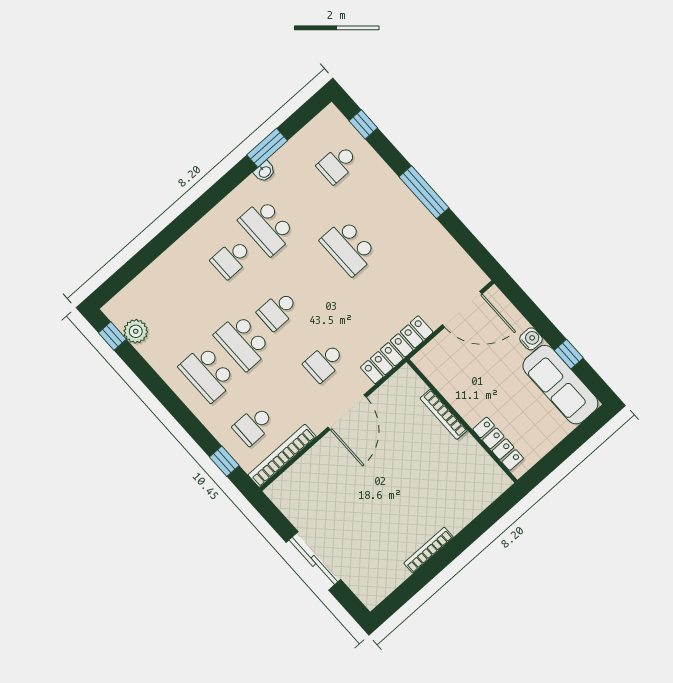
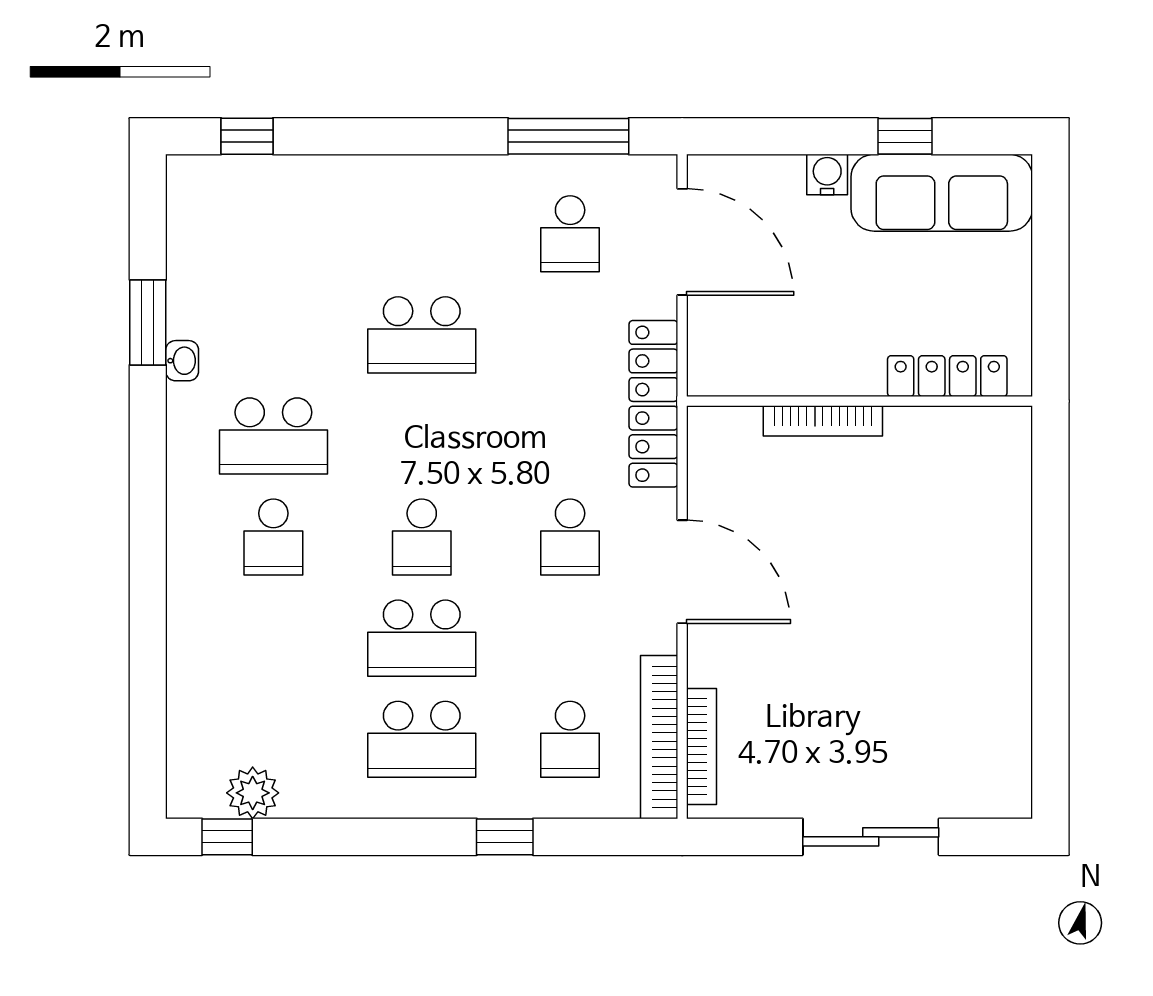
school desk: (337, 164) -> (570, 234), moved
window: (424, 192) -> (568, 136), moved
door: (462, 309) -> (682, 242), hinge flipped
window: (224, 461) -> (505, 837), moved
bookcase: (429, 550) -> (702, 746), moved, turned 180

